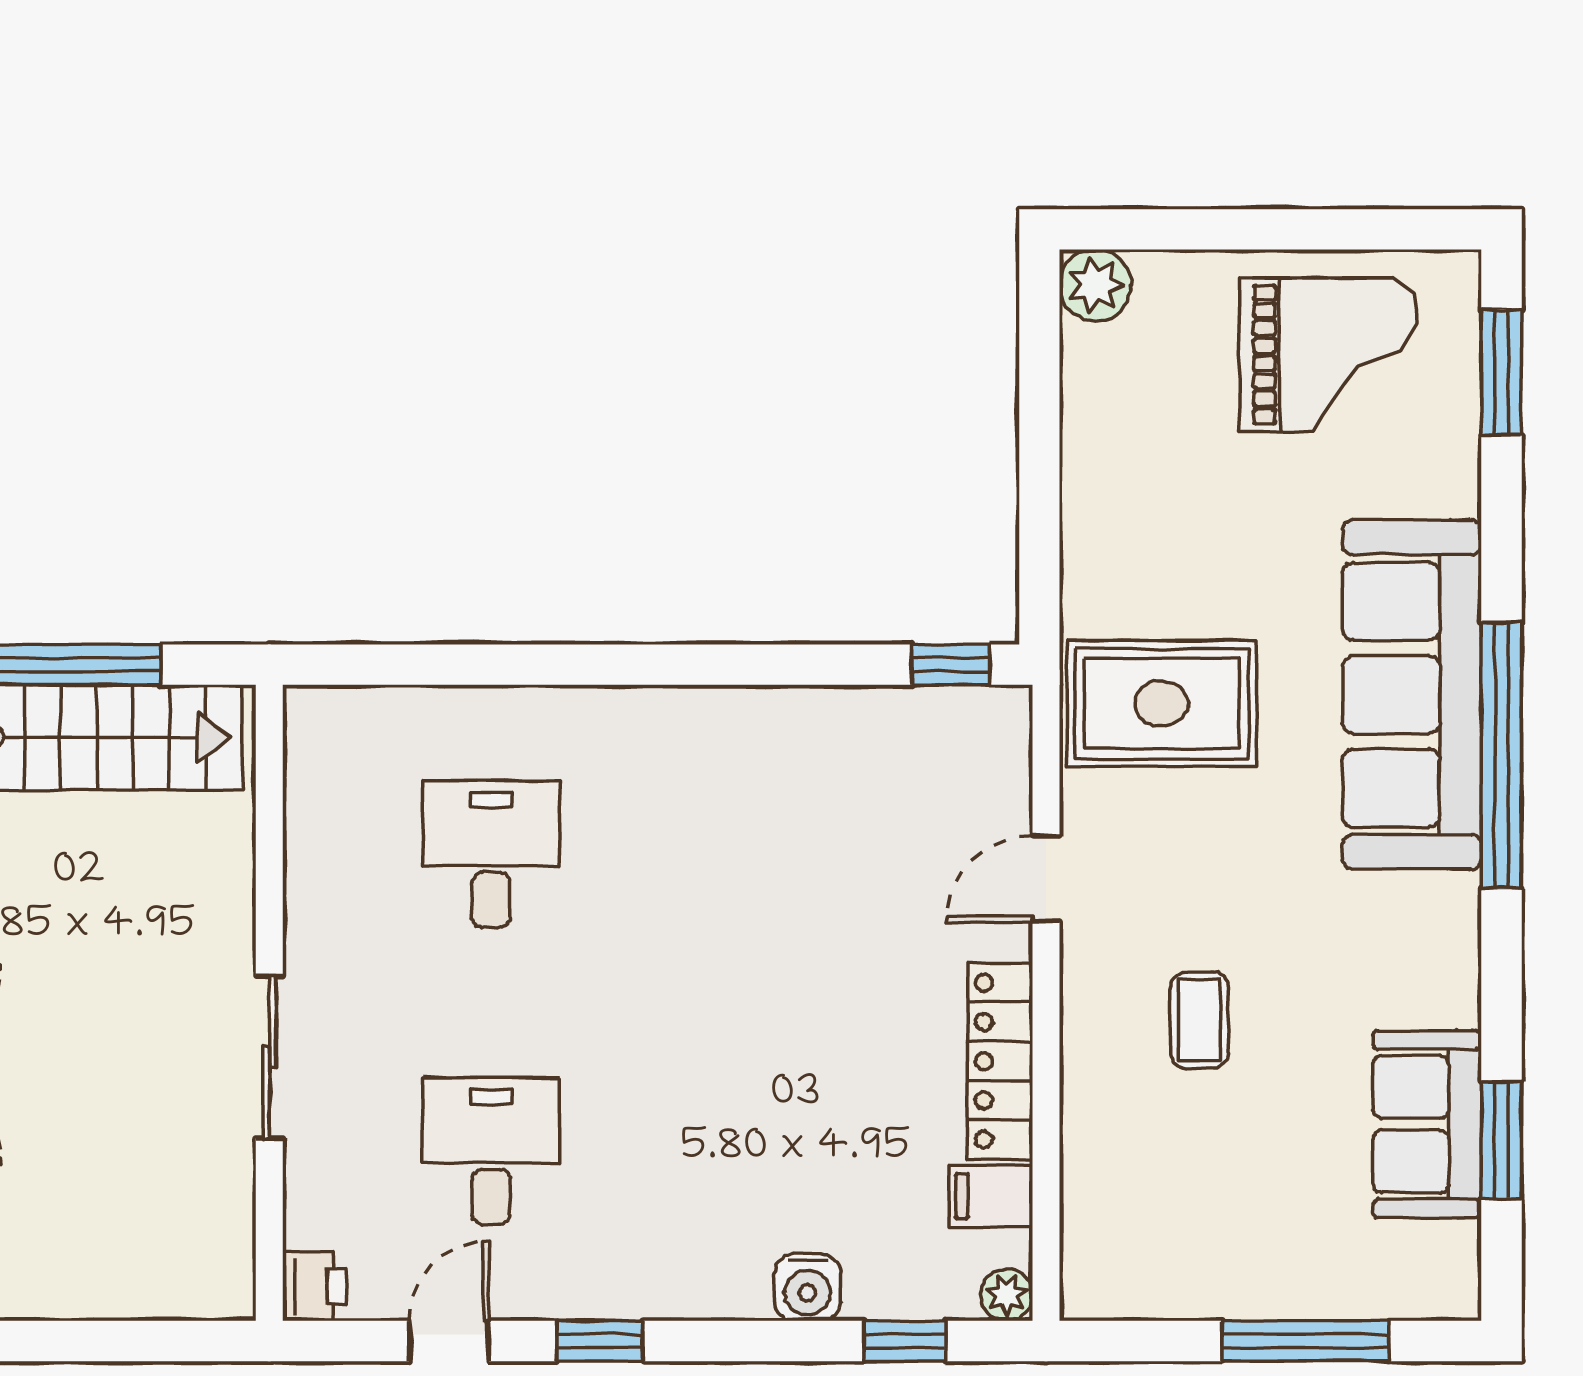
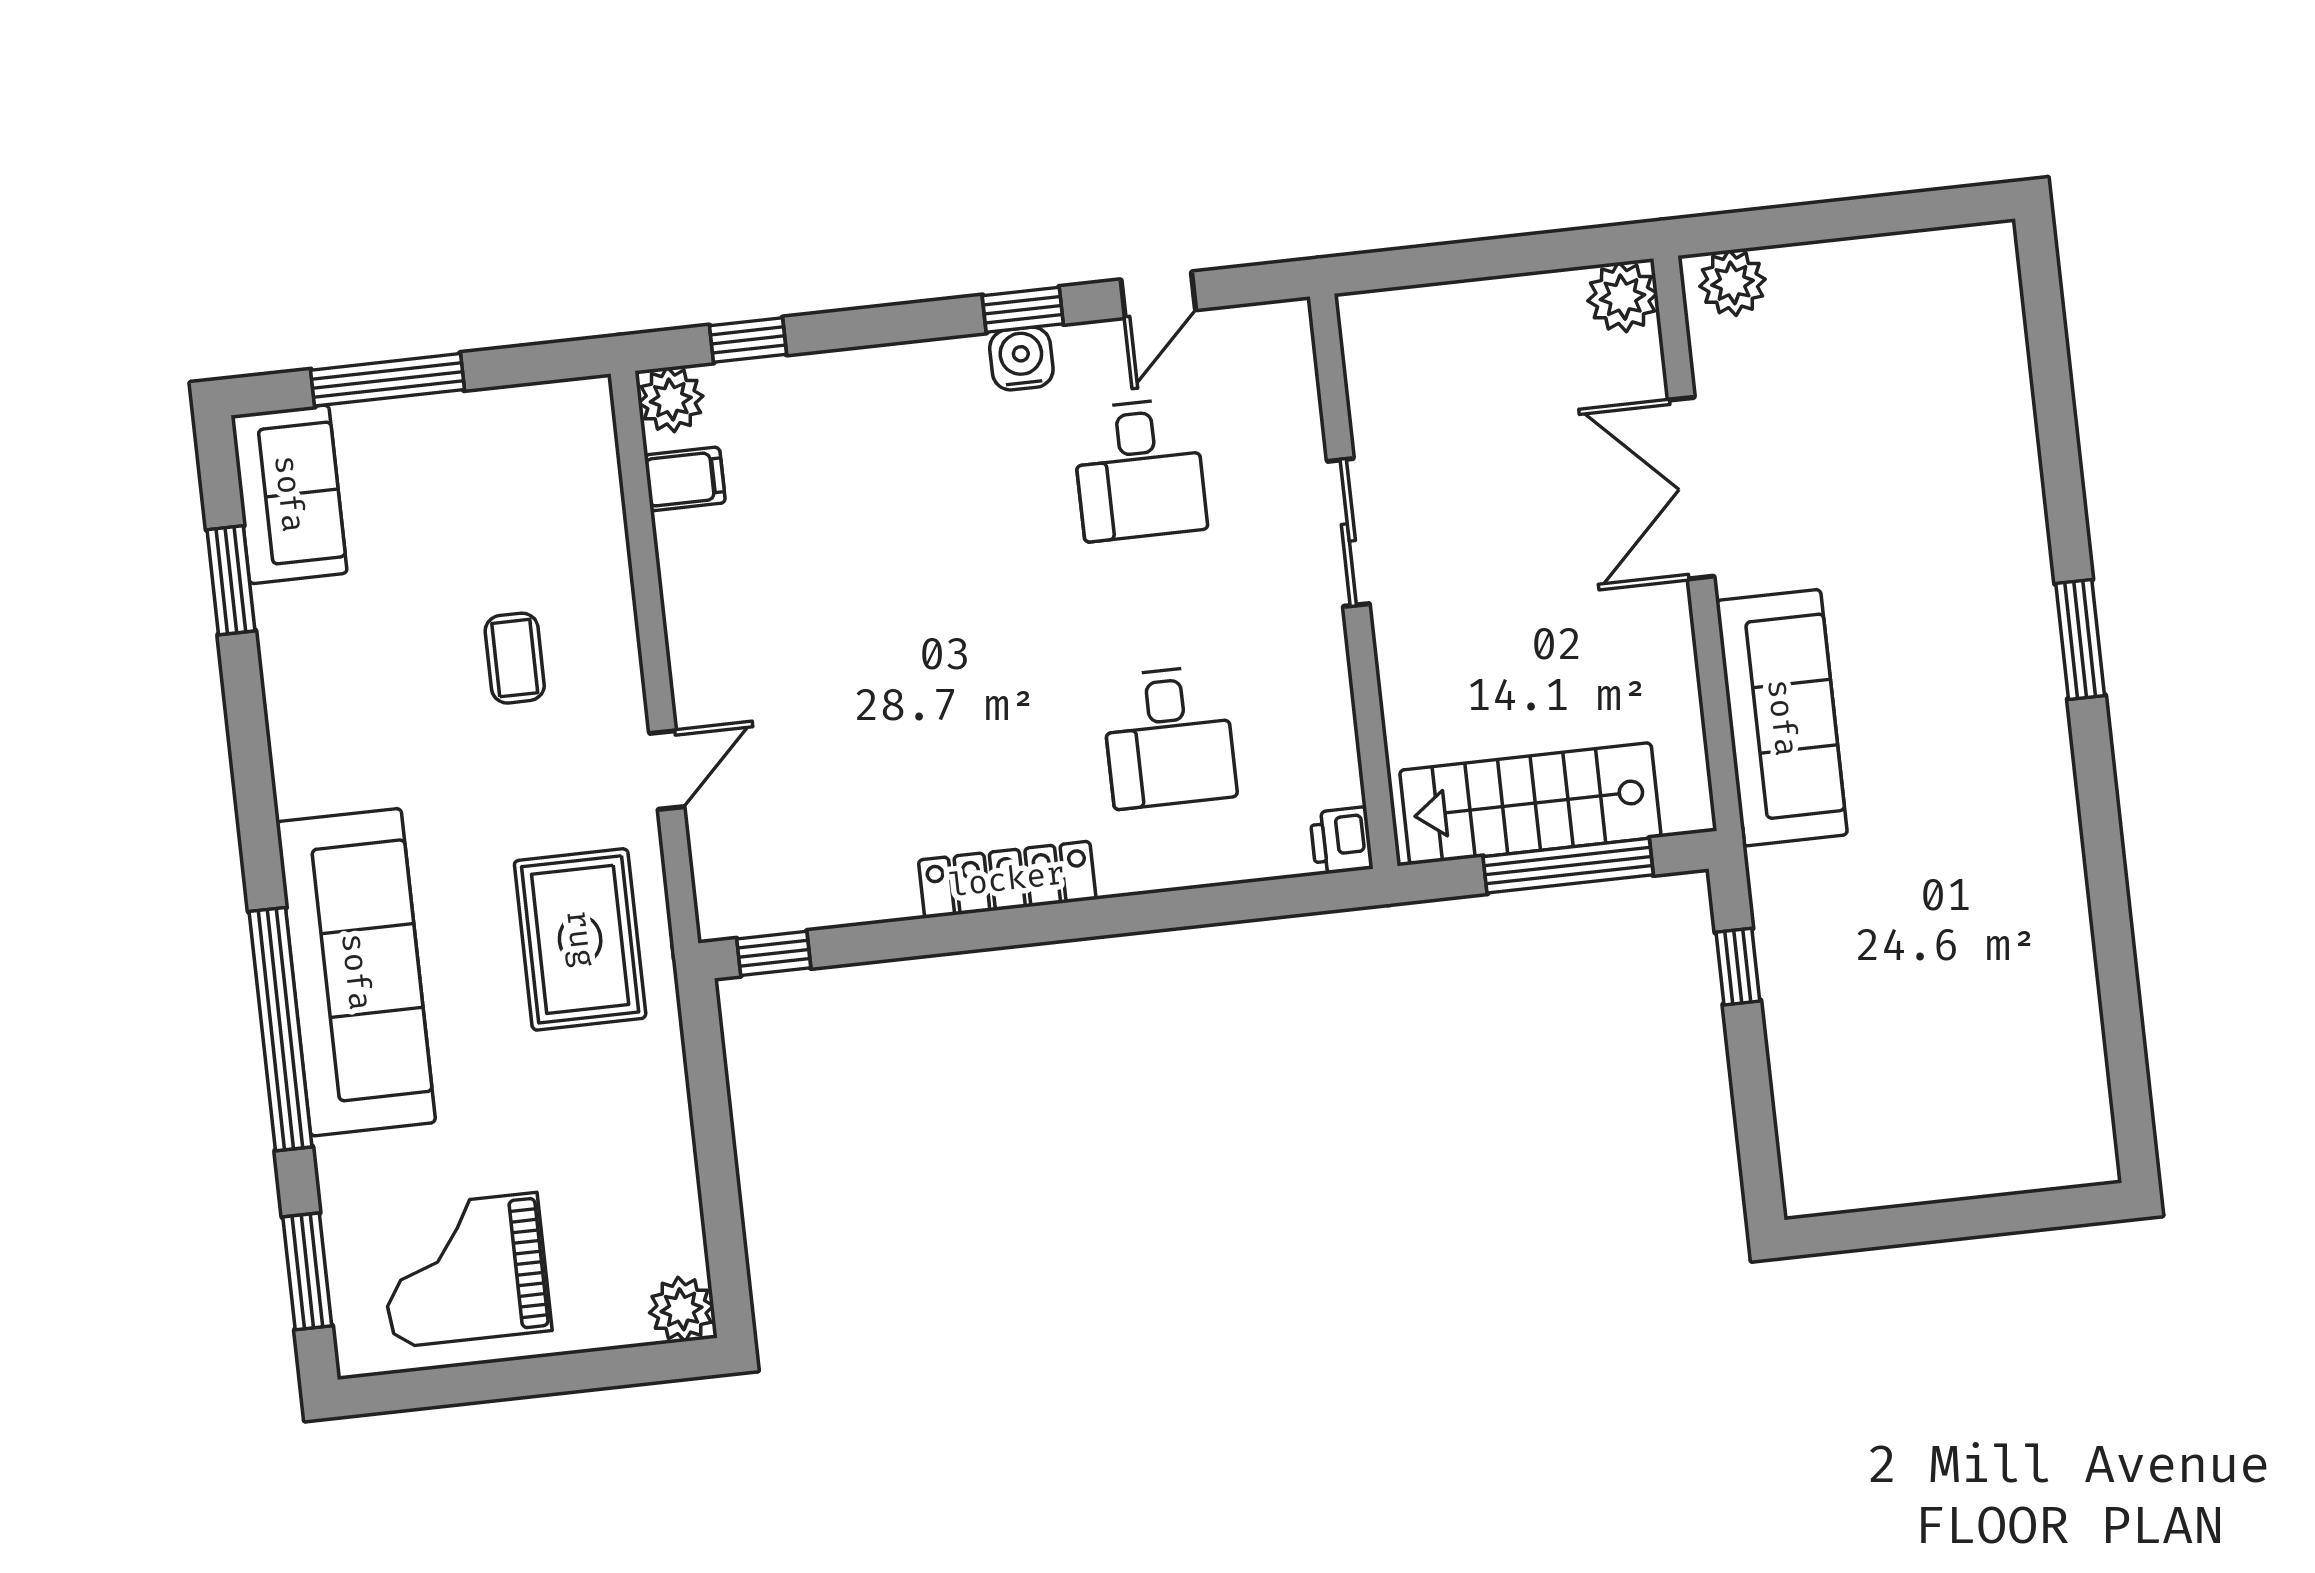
rug: (1162, 703) -> (580, 939), turned 90
window: (1501, 755) -> (281, 1029), moved
locker: (1000, 1061) -> (1007, 880), moved, turned -90
sofa: (1427, 1124) -> (289, 494), moved
printer: (314, 1286) -> (1341, 841), moved
water cooler: (808, 1287) -> (1021, 359), moved
plant: (1007, 1295) -> (671, 400), width x1.38, depth x1.38

